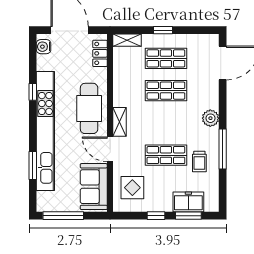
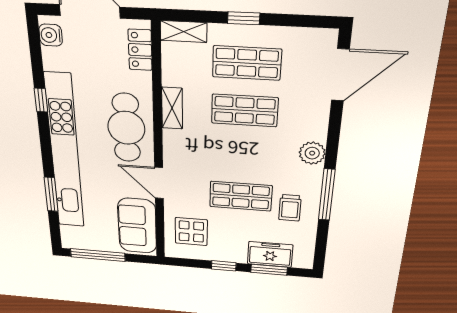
shelving: (120, 122) -> (172, 108), moved

